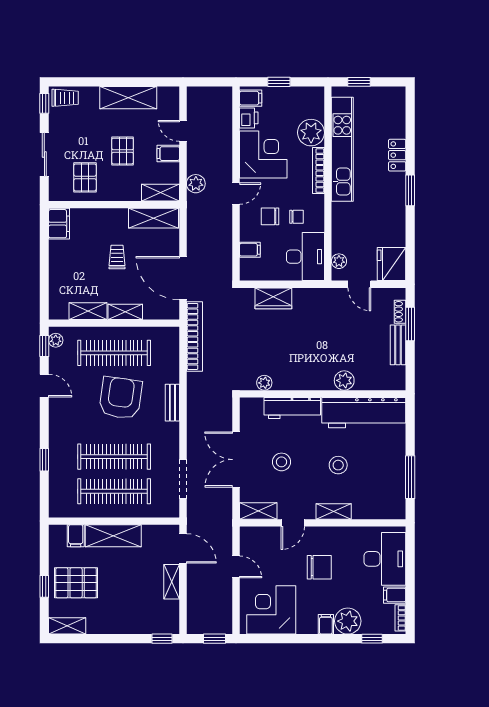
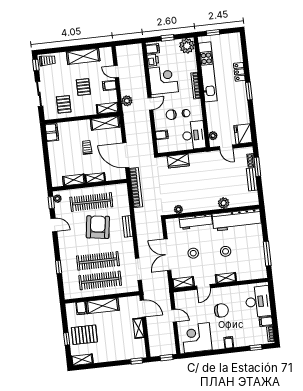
plant: (311, 133) -> (187, 46), moved
plant: (348, 621) -> (241, 339), removed

